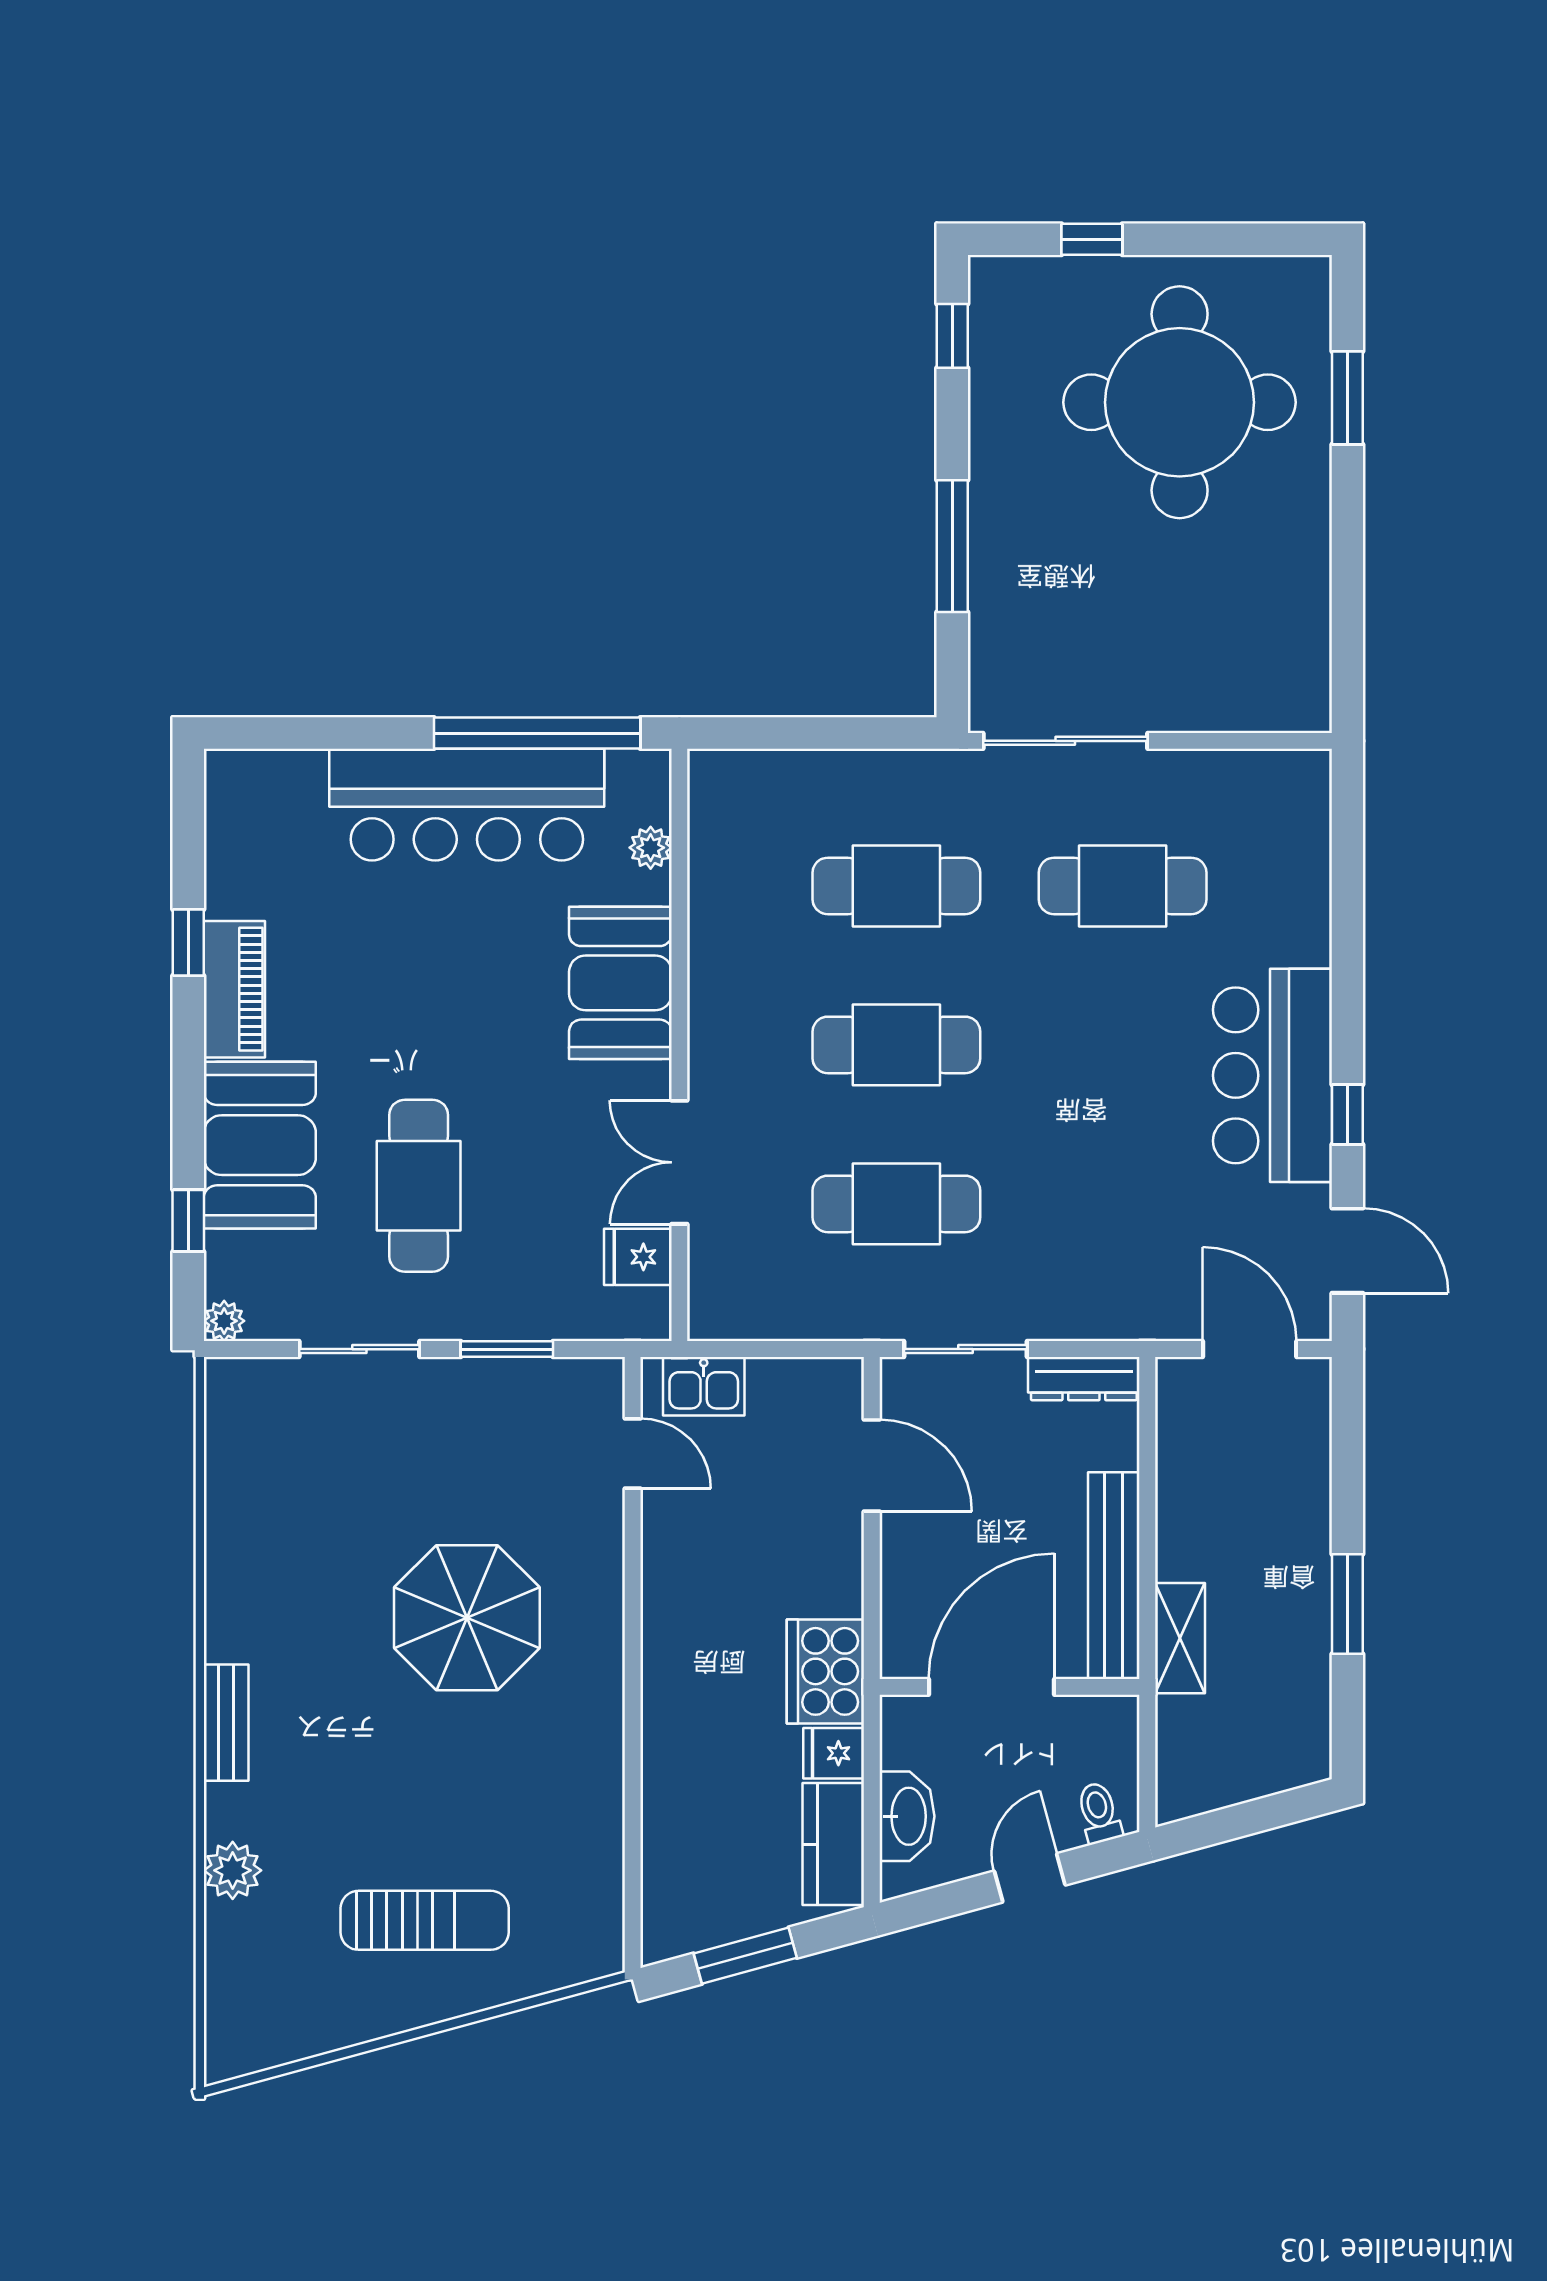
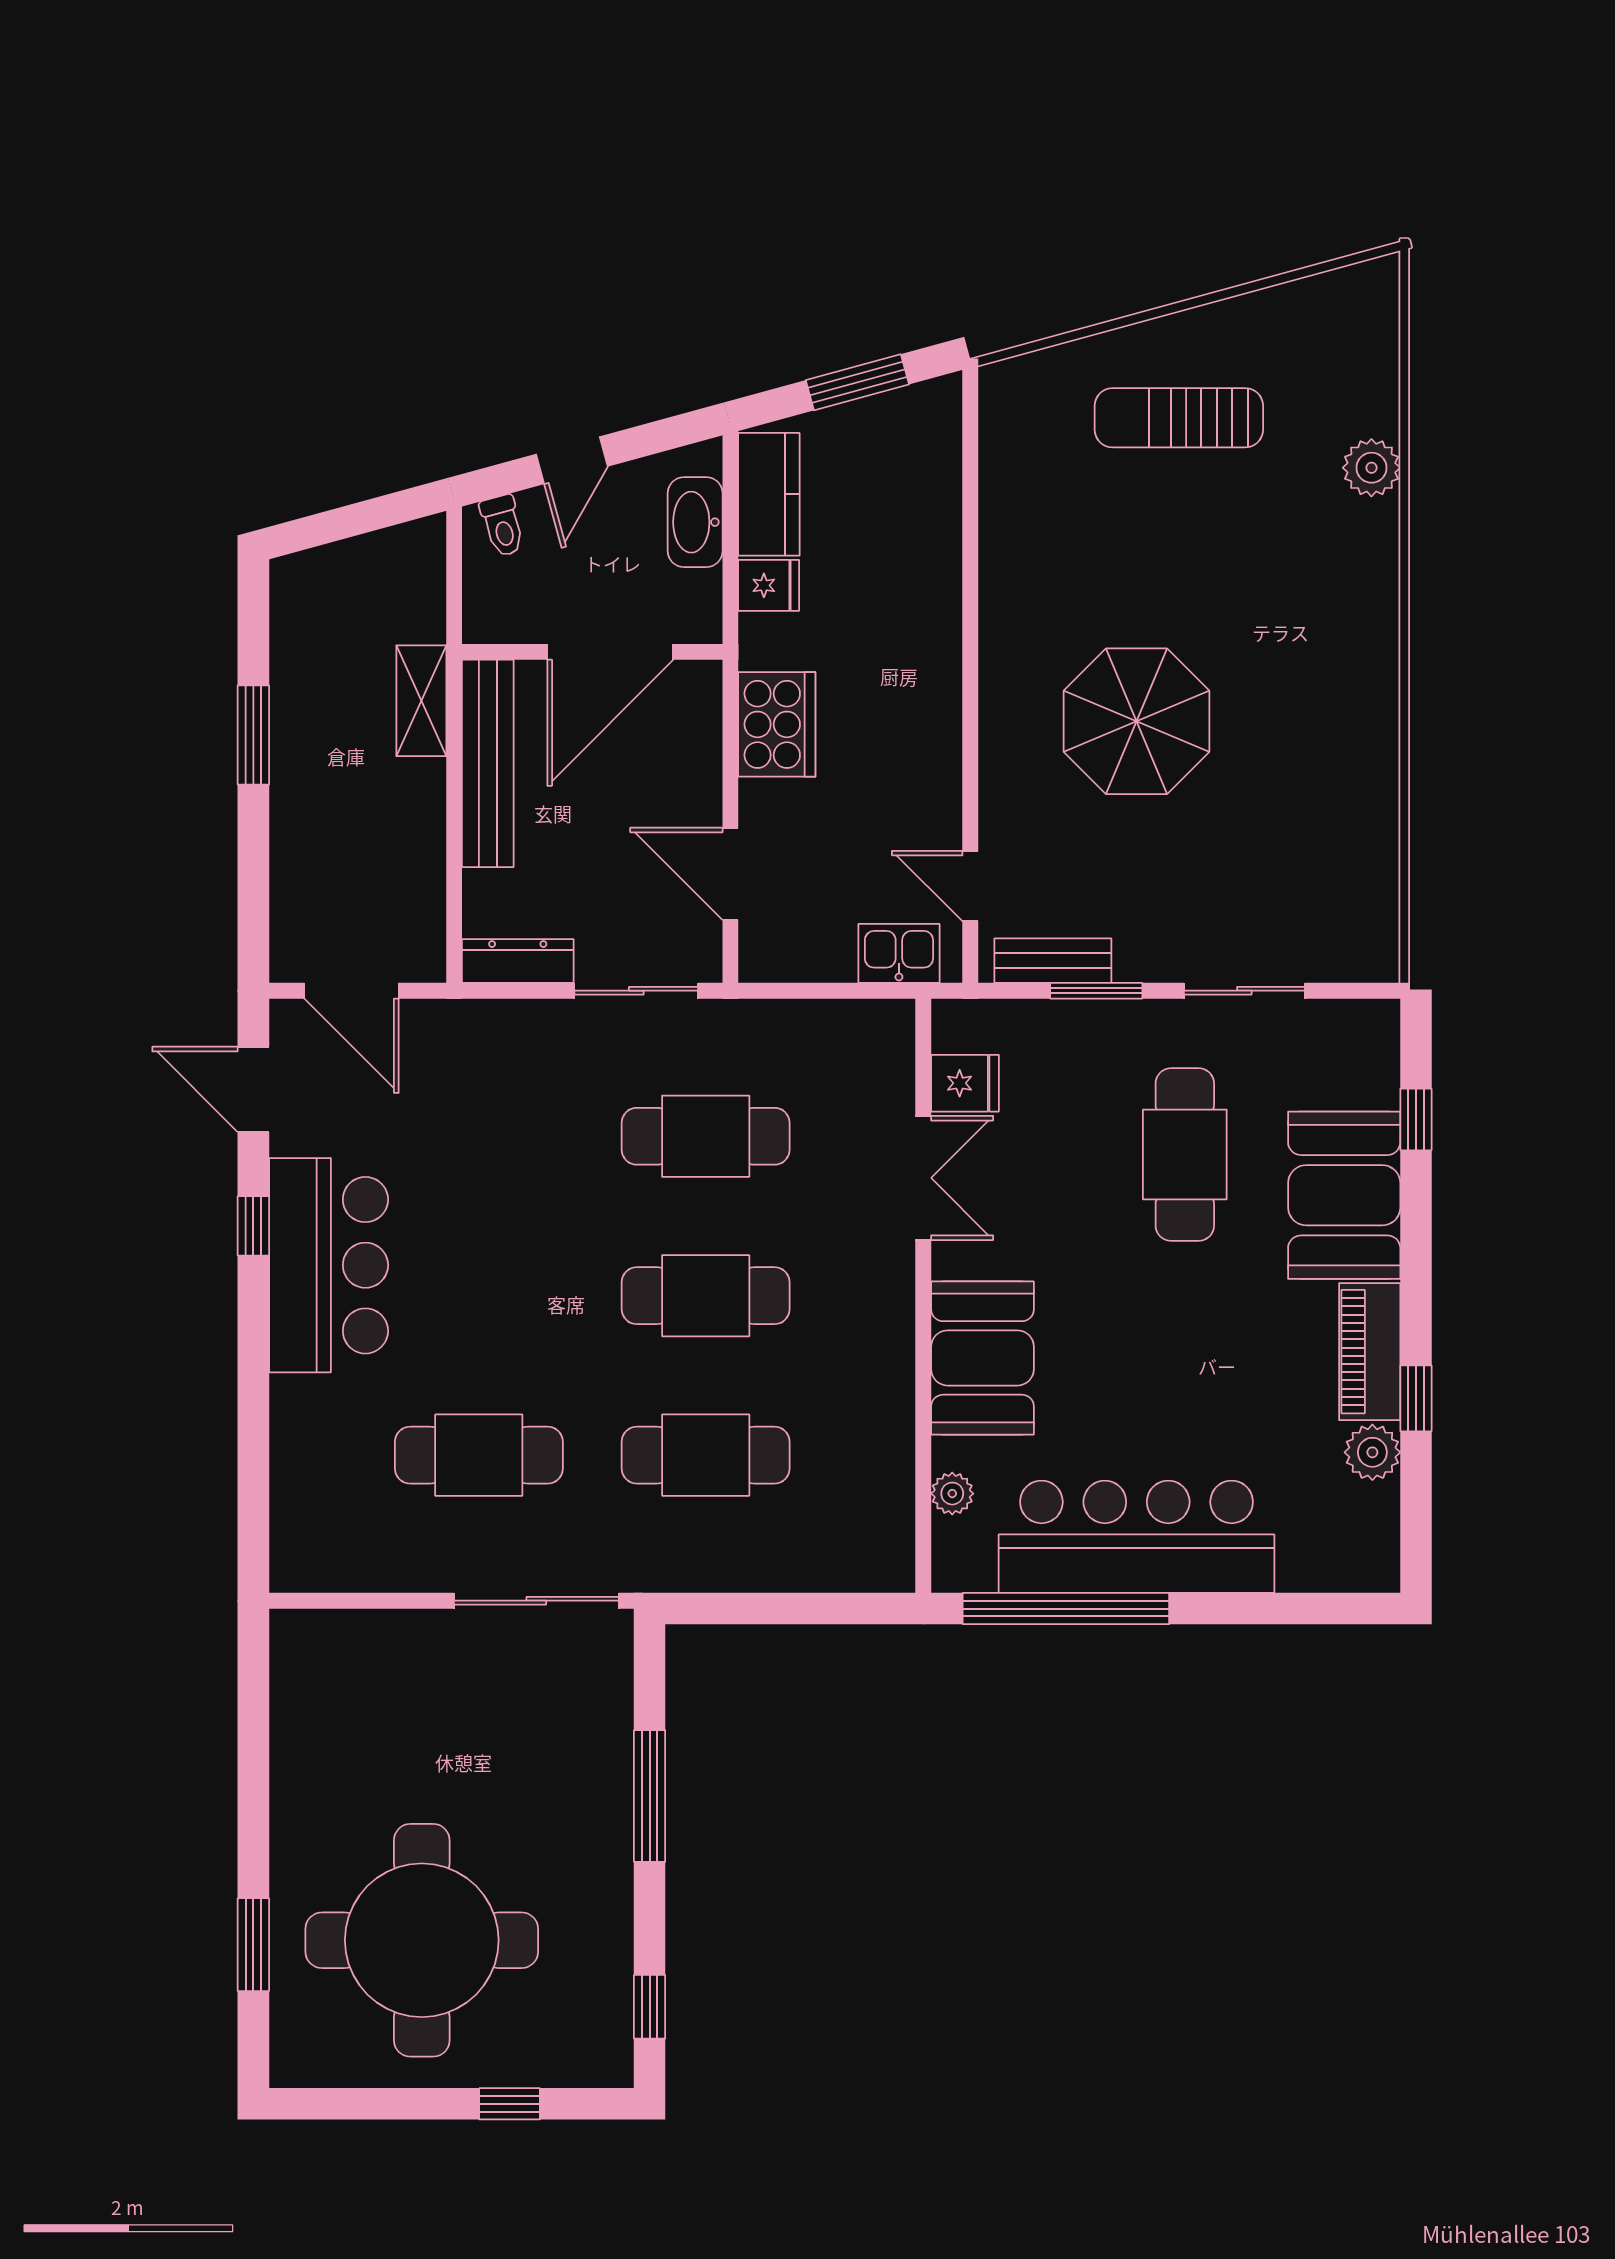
plant: (224, 1321) -> (1372, 1452), moved, width x1.38, depth x1.38
cooker: (825, 1671) -> (777, 724), moved
bench: (226, 1723) -> (1053, 961), moved, turned 90

